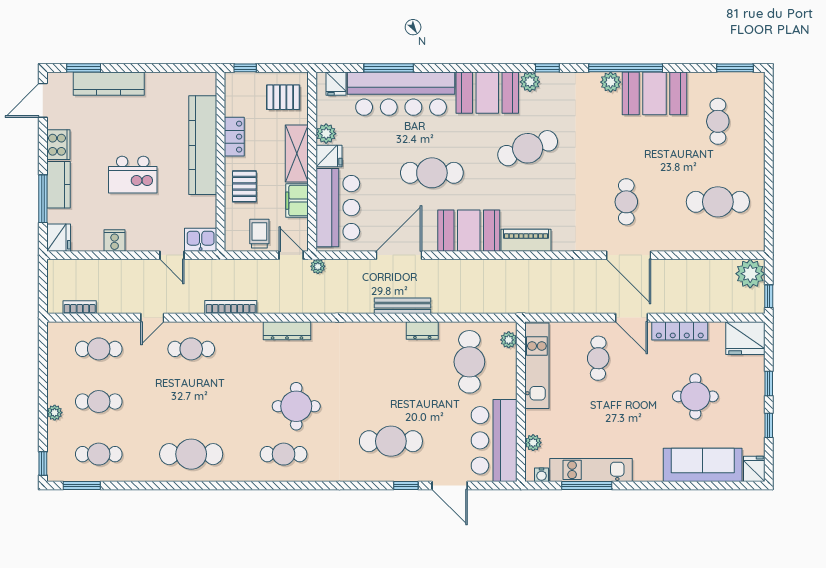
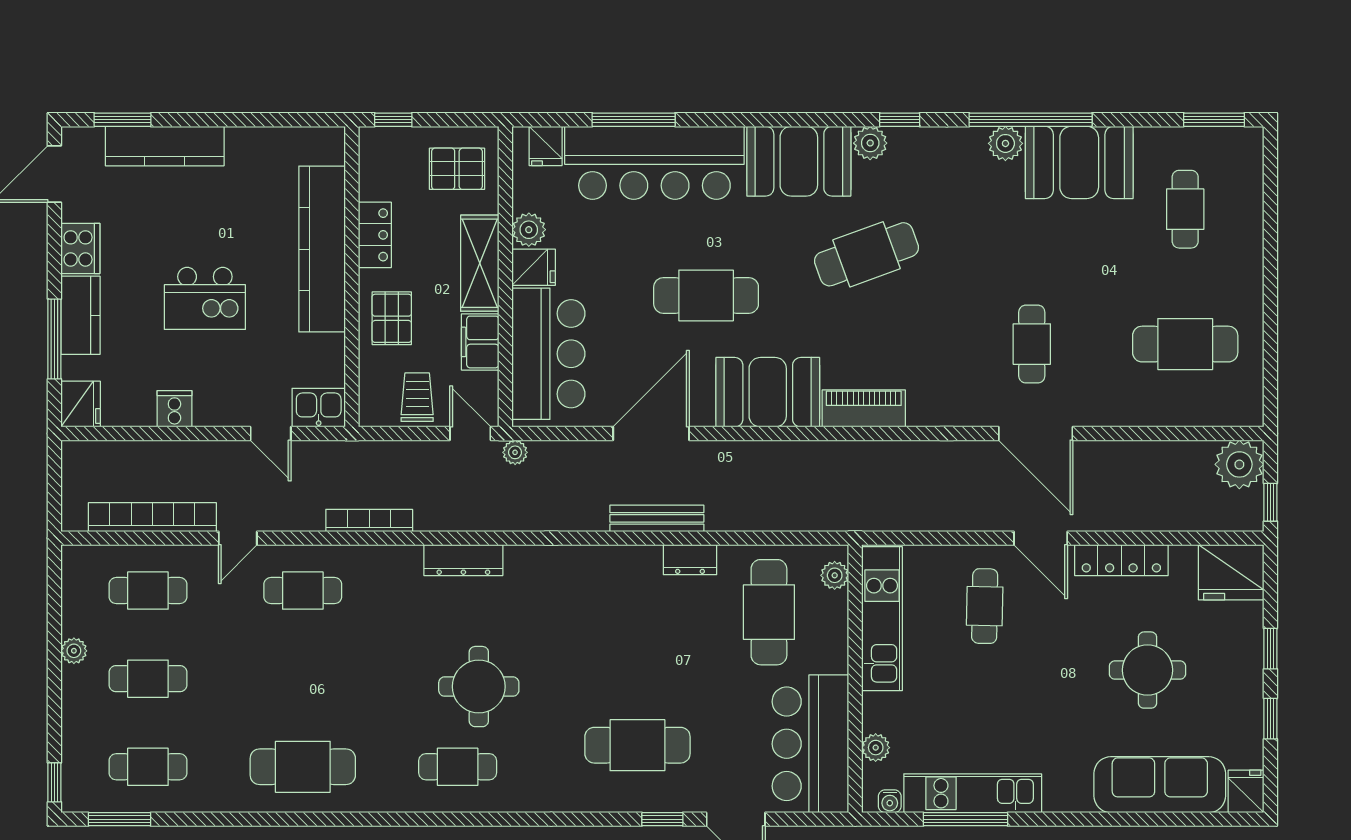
bookcase: (80, 307) -> (152, 517), width x2.31, depth x1.31
plant: (55, 413) -> (74, 651), moved

